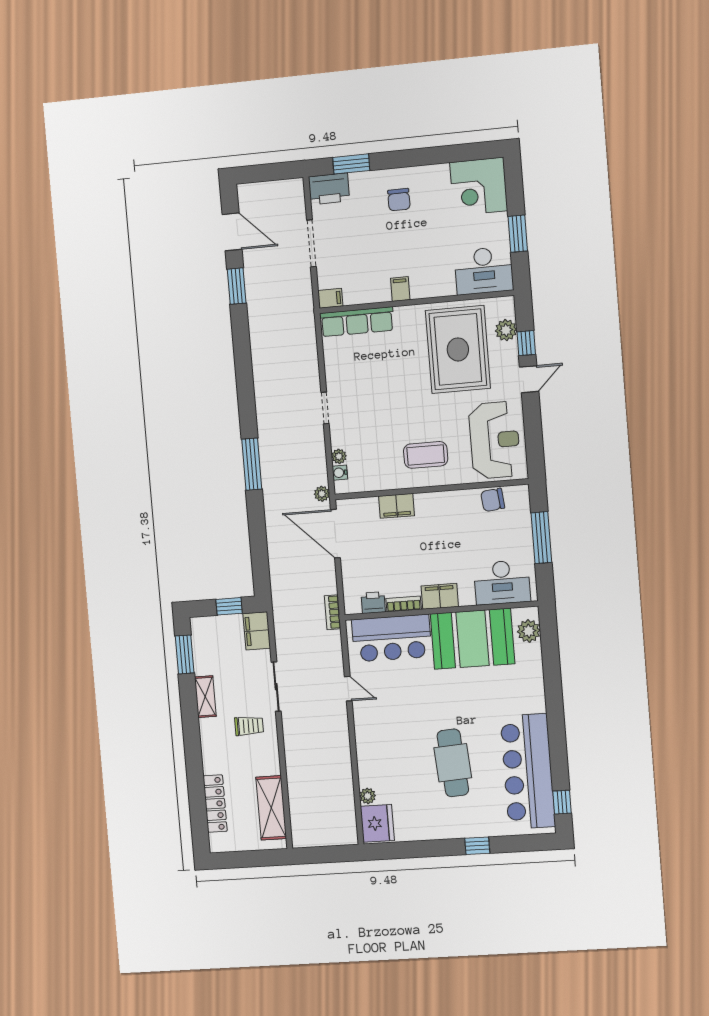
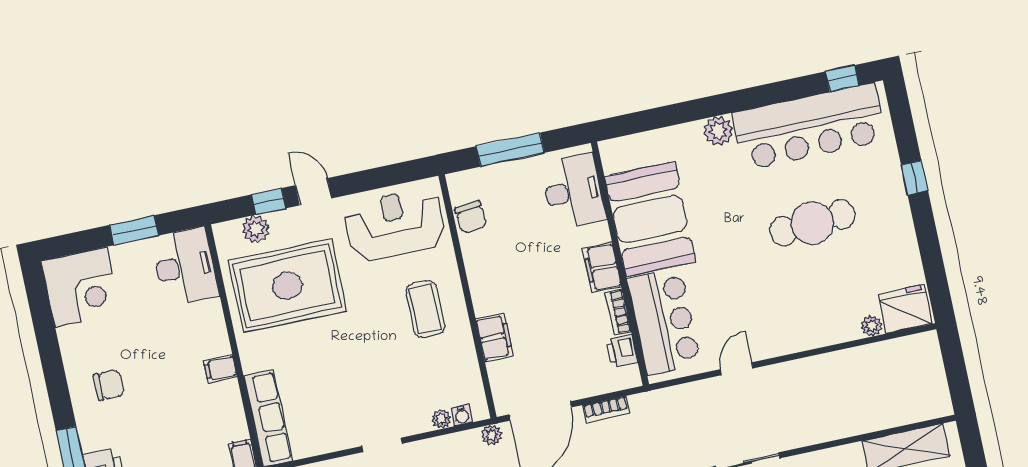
bookcase: (333, 612) -> (606, 409), moved
plant: (529, 631) -> (718, 131), moved

